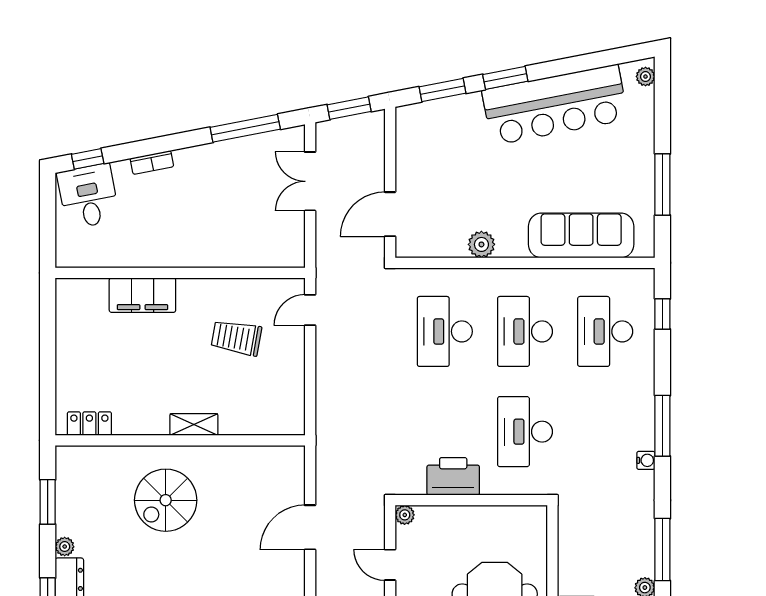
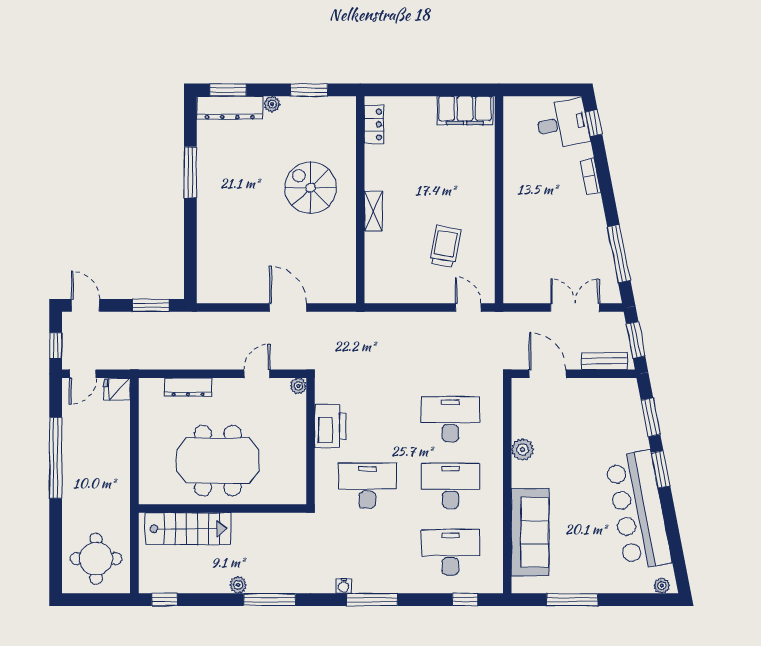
bench: (375, 146) -> (604, 361), added
filing cabinet: (142, 295) -> (465, 110), moved, turned -90

